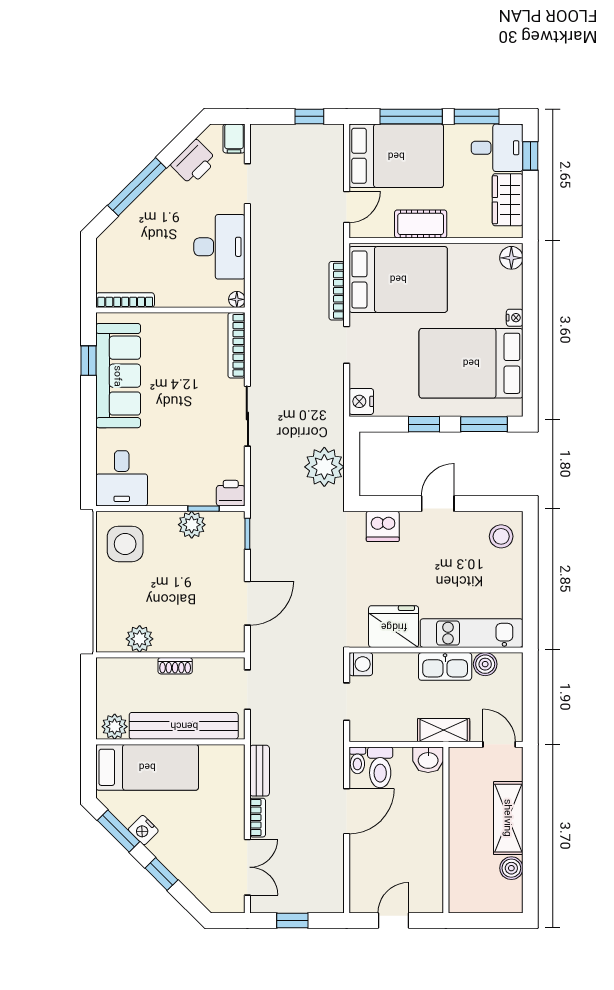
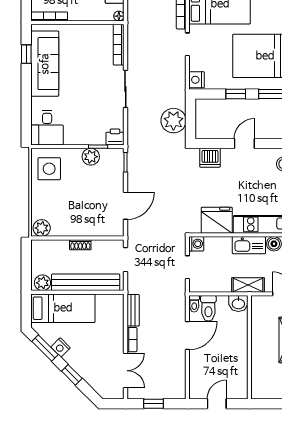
plant: (140, 639) -> (42, 228), moved

